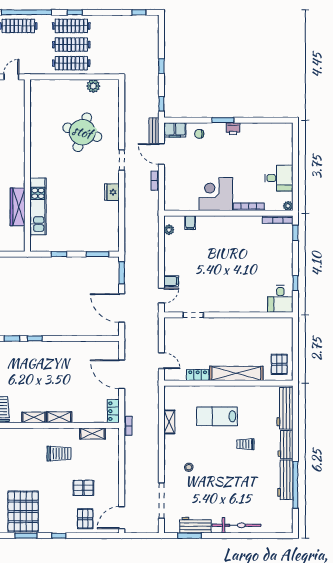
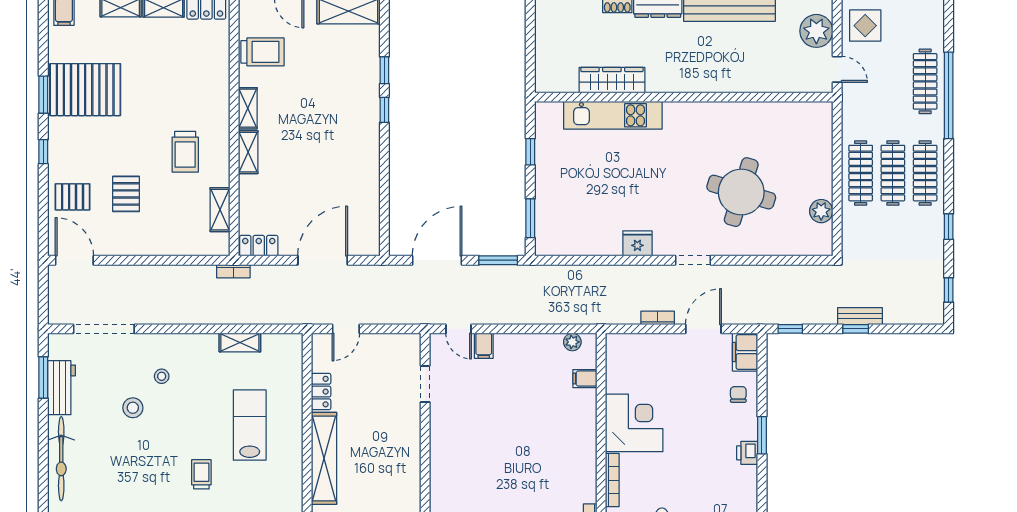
window: (75, 12) -> (949, 227), moved
bench: (154, 131) -> (860, 316), moved
stool: (207, 484) -> (133, 408), added

